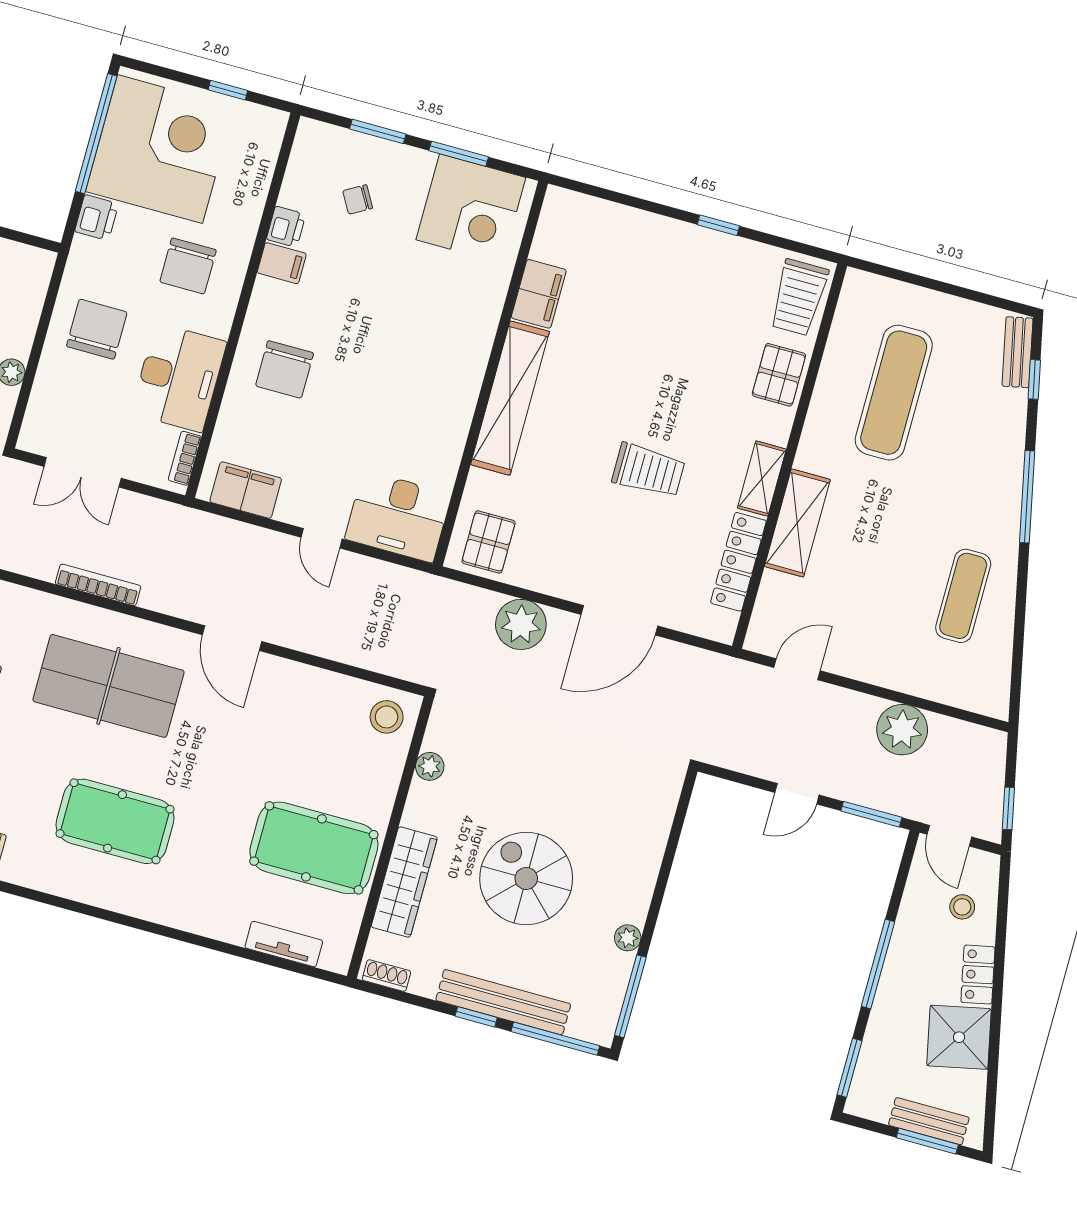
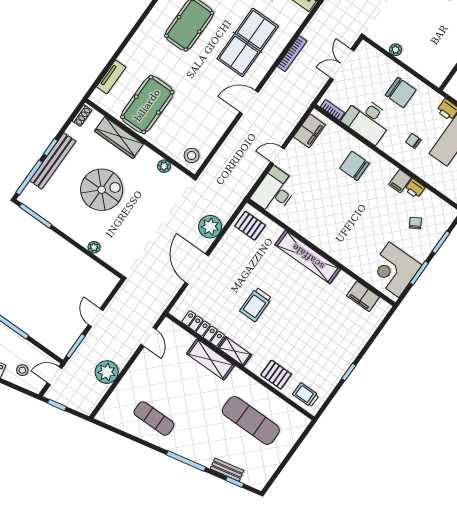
chair: (188, 266) -> (413, 141), width x0.54, depth x0.54
filing cabinet: (539, 294) -> (363, 296), moved
trolley: (799, 297) -> (306, 395), width x0.73, depth x0.72
bench: (1018, 352) -> (227, 470), moved
plant: (628, 938) -> (94, 247), moved

